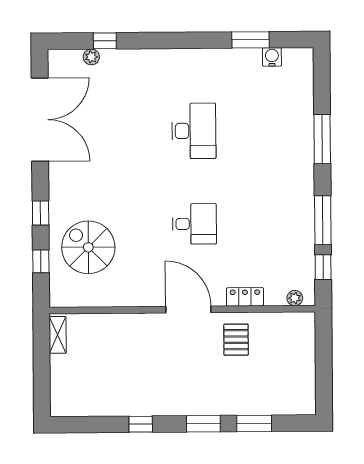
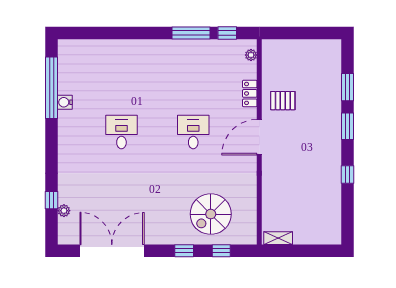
window: (251, 40) -> (52, 88), width x2.11
water cooler: (272, 57) -> (65, 102), moved
desk: (194, 131) -> (121, 132), width x0.73
window: (322, 139) -> (128, 33), removed

